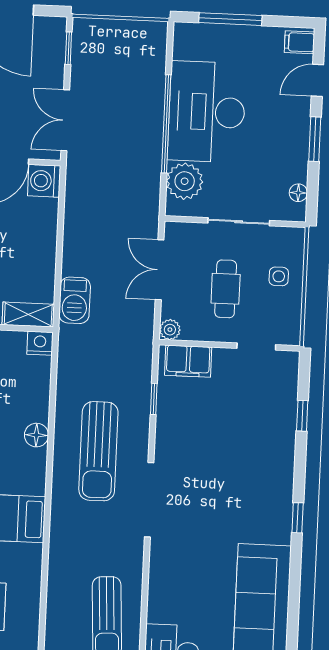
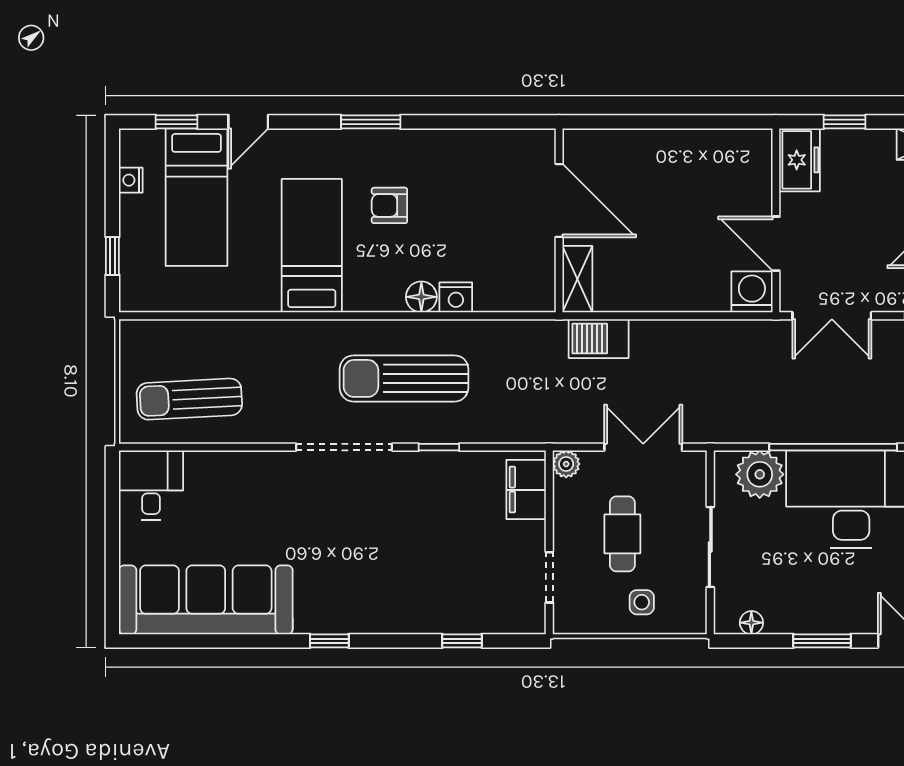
double door: (65, 120) -> (832, 316), swing flipped
cafe table: (226, 289) -> (622, 534), turned 90
nightstand: (40, 343) -> (456, 297), moved, turned 90
window: (154, 399) -> (439, 447), moved

